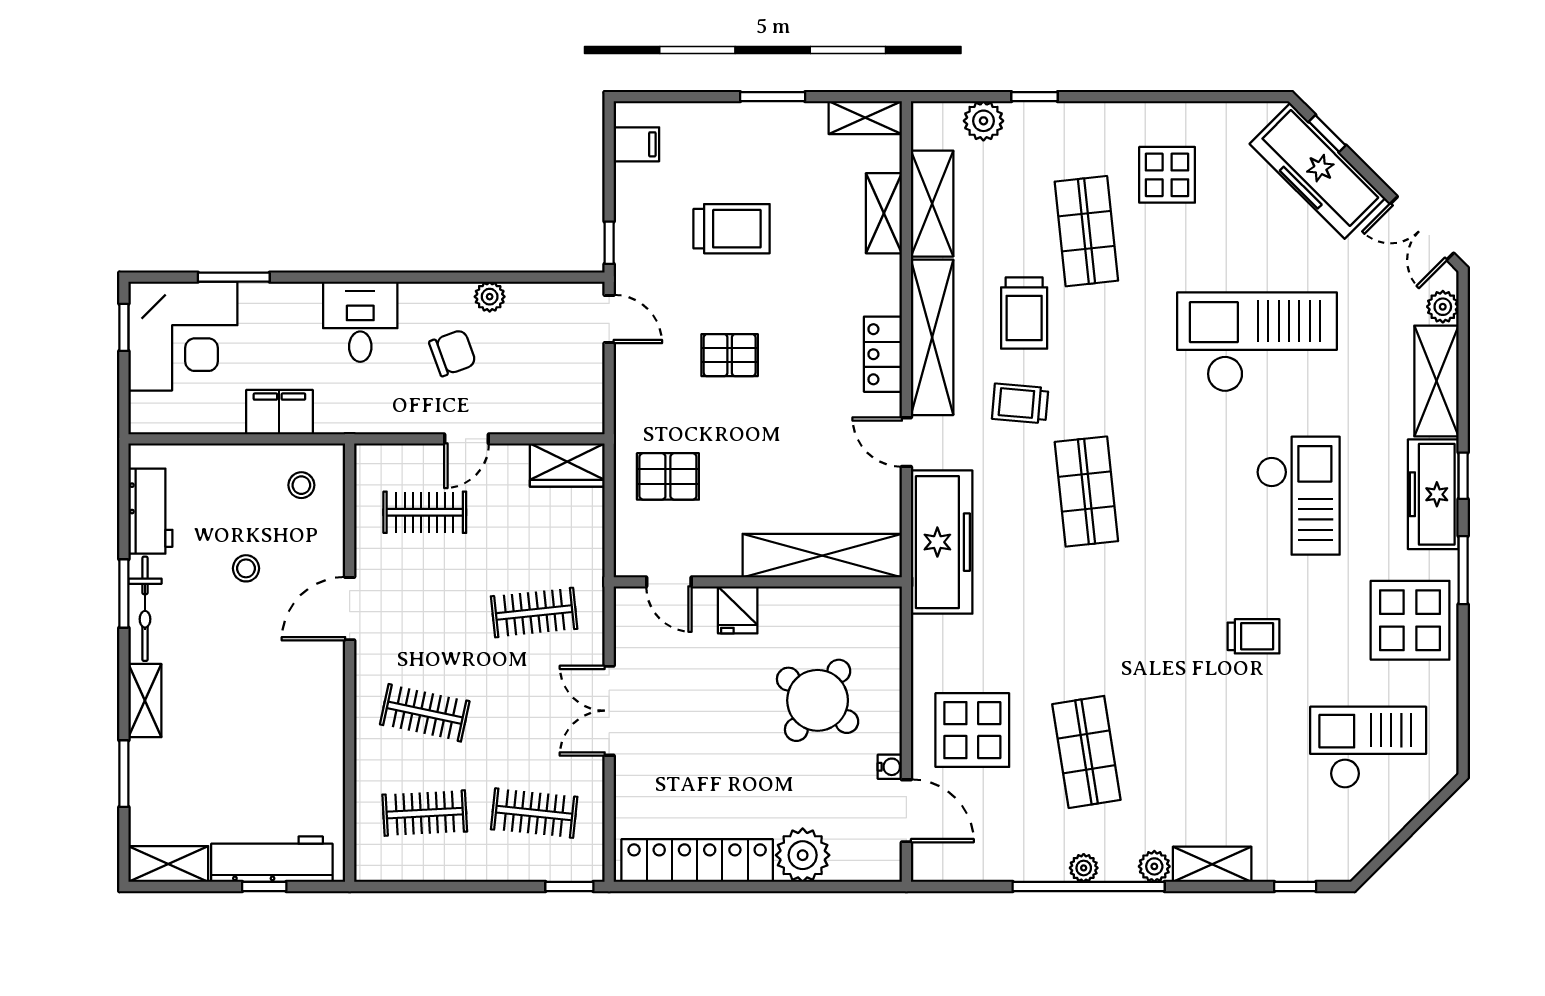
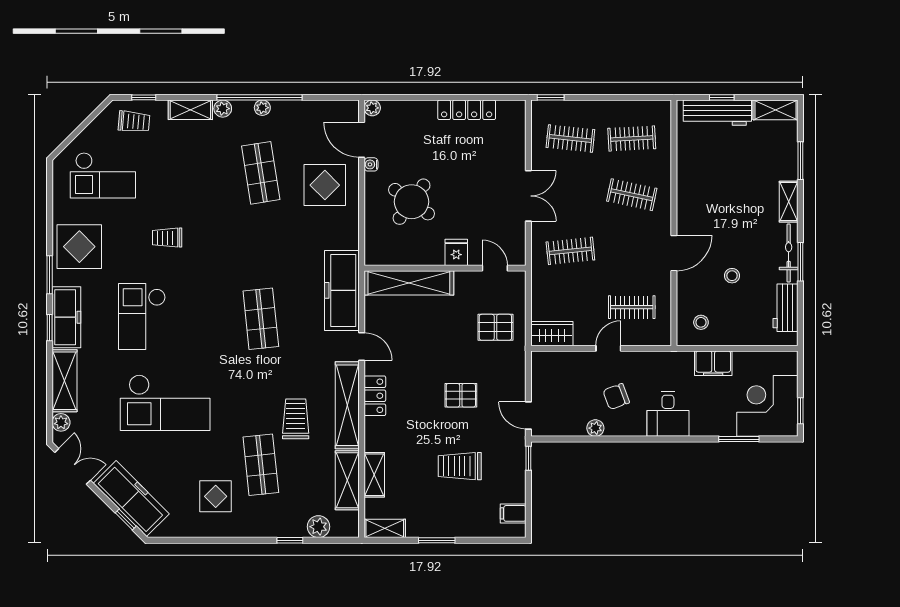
trolley: (1020, 403) -> (134, 122), moved
plant: (803, 855) -> (372, 108), moved, width x0.53, depth x0.53
locker: (697, 861) -> (467, 110), width x0.71, depth x0.83

